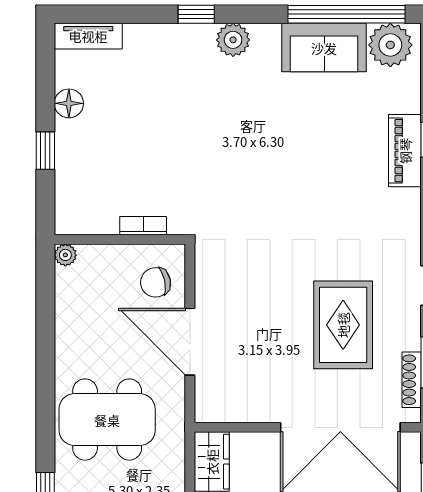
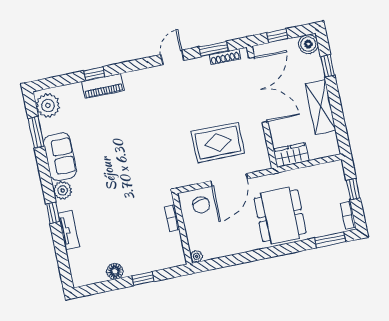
window: (347, 14) -> (36, 132), width x0.47
tv unit: (88, 36) -> (69, 230), moved
sofa: (324, 48) -> (60, 157), moved
rug: (343, 325) -> (218, 143), moved

